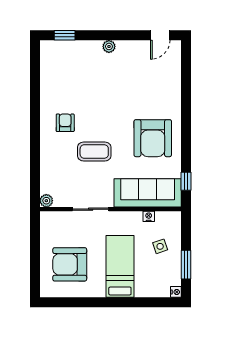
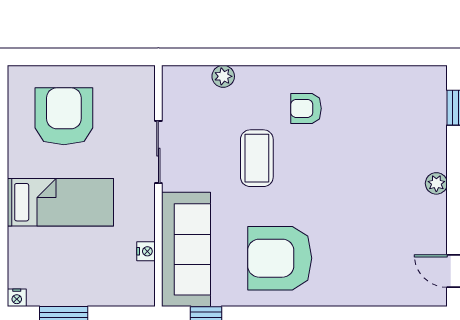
armchair: (65, 123) -> (306, 108), turned 180
plant: (46, 201) -> (223, 76), moved
side table: (160, 246) -> (95, 271), removed

